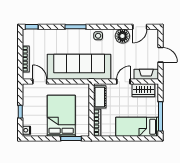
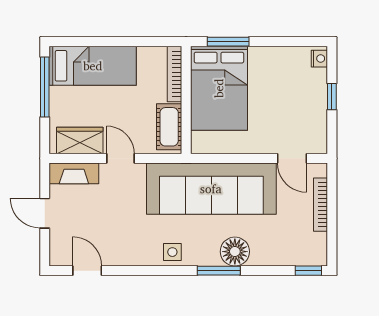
door: (140, 27) -> (87, 271), hinge flipped
floor lamp: (122, 36) -> (235, 252), moved
door: (123, 82) -> (121, 158), swing flipped
bed: (61, 116) -> (219, 88), moved

